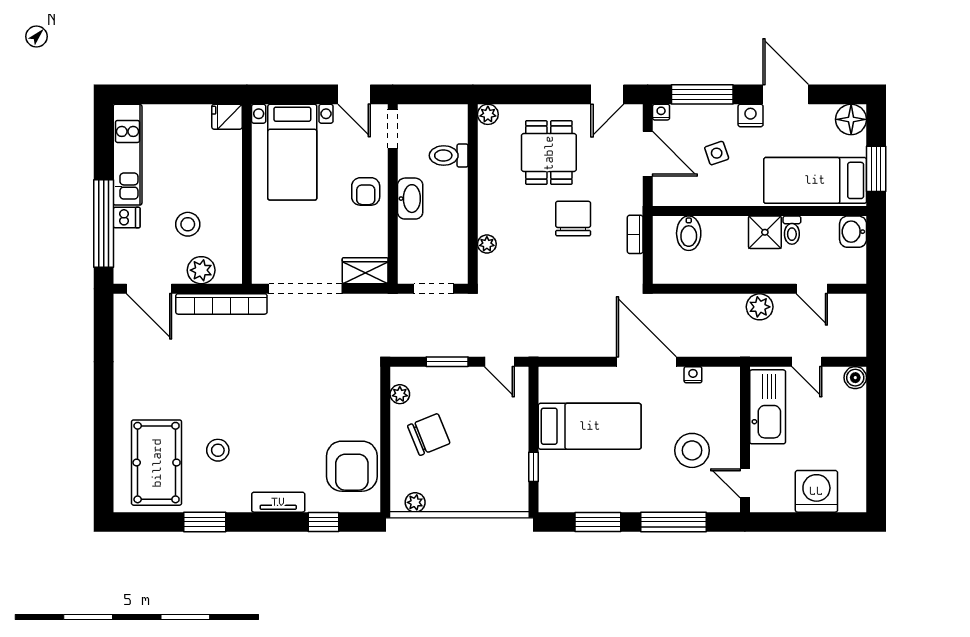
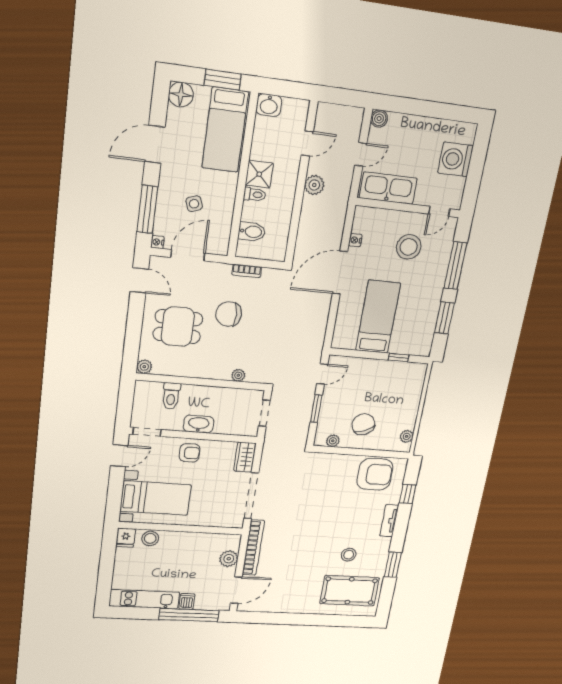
nightstand: (751, 115) -> (168, 174), removed
stool: (188, 224) -> (150, 538), moved
toilet: (792, 230) -> (255, 195), moved

